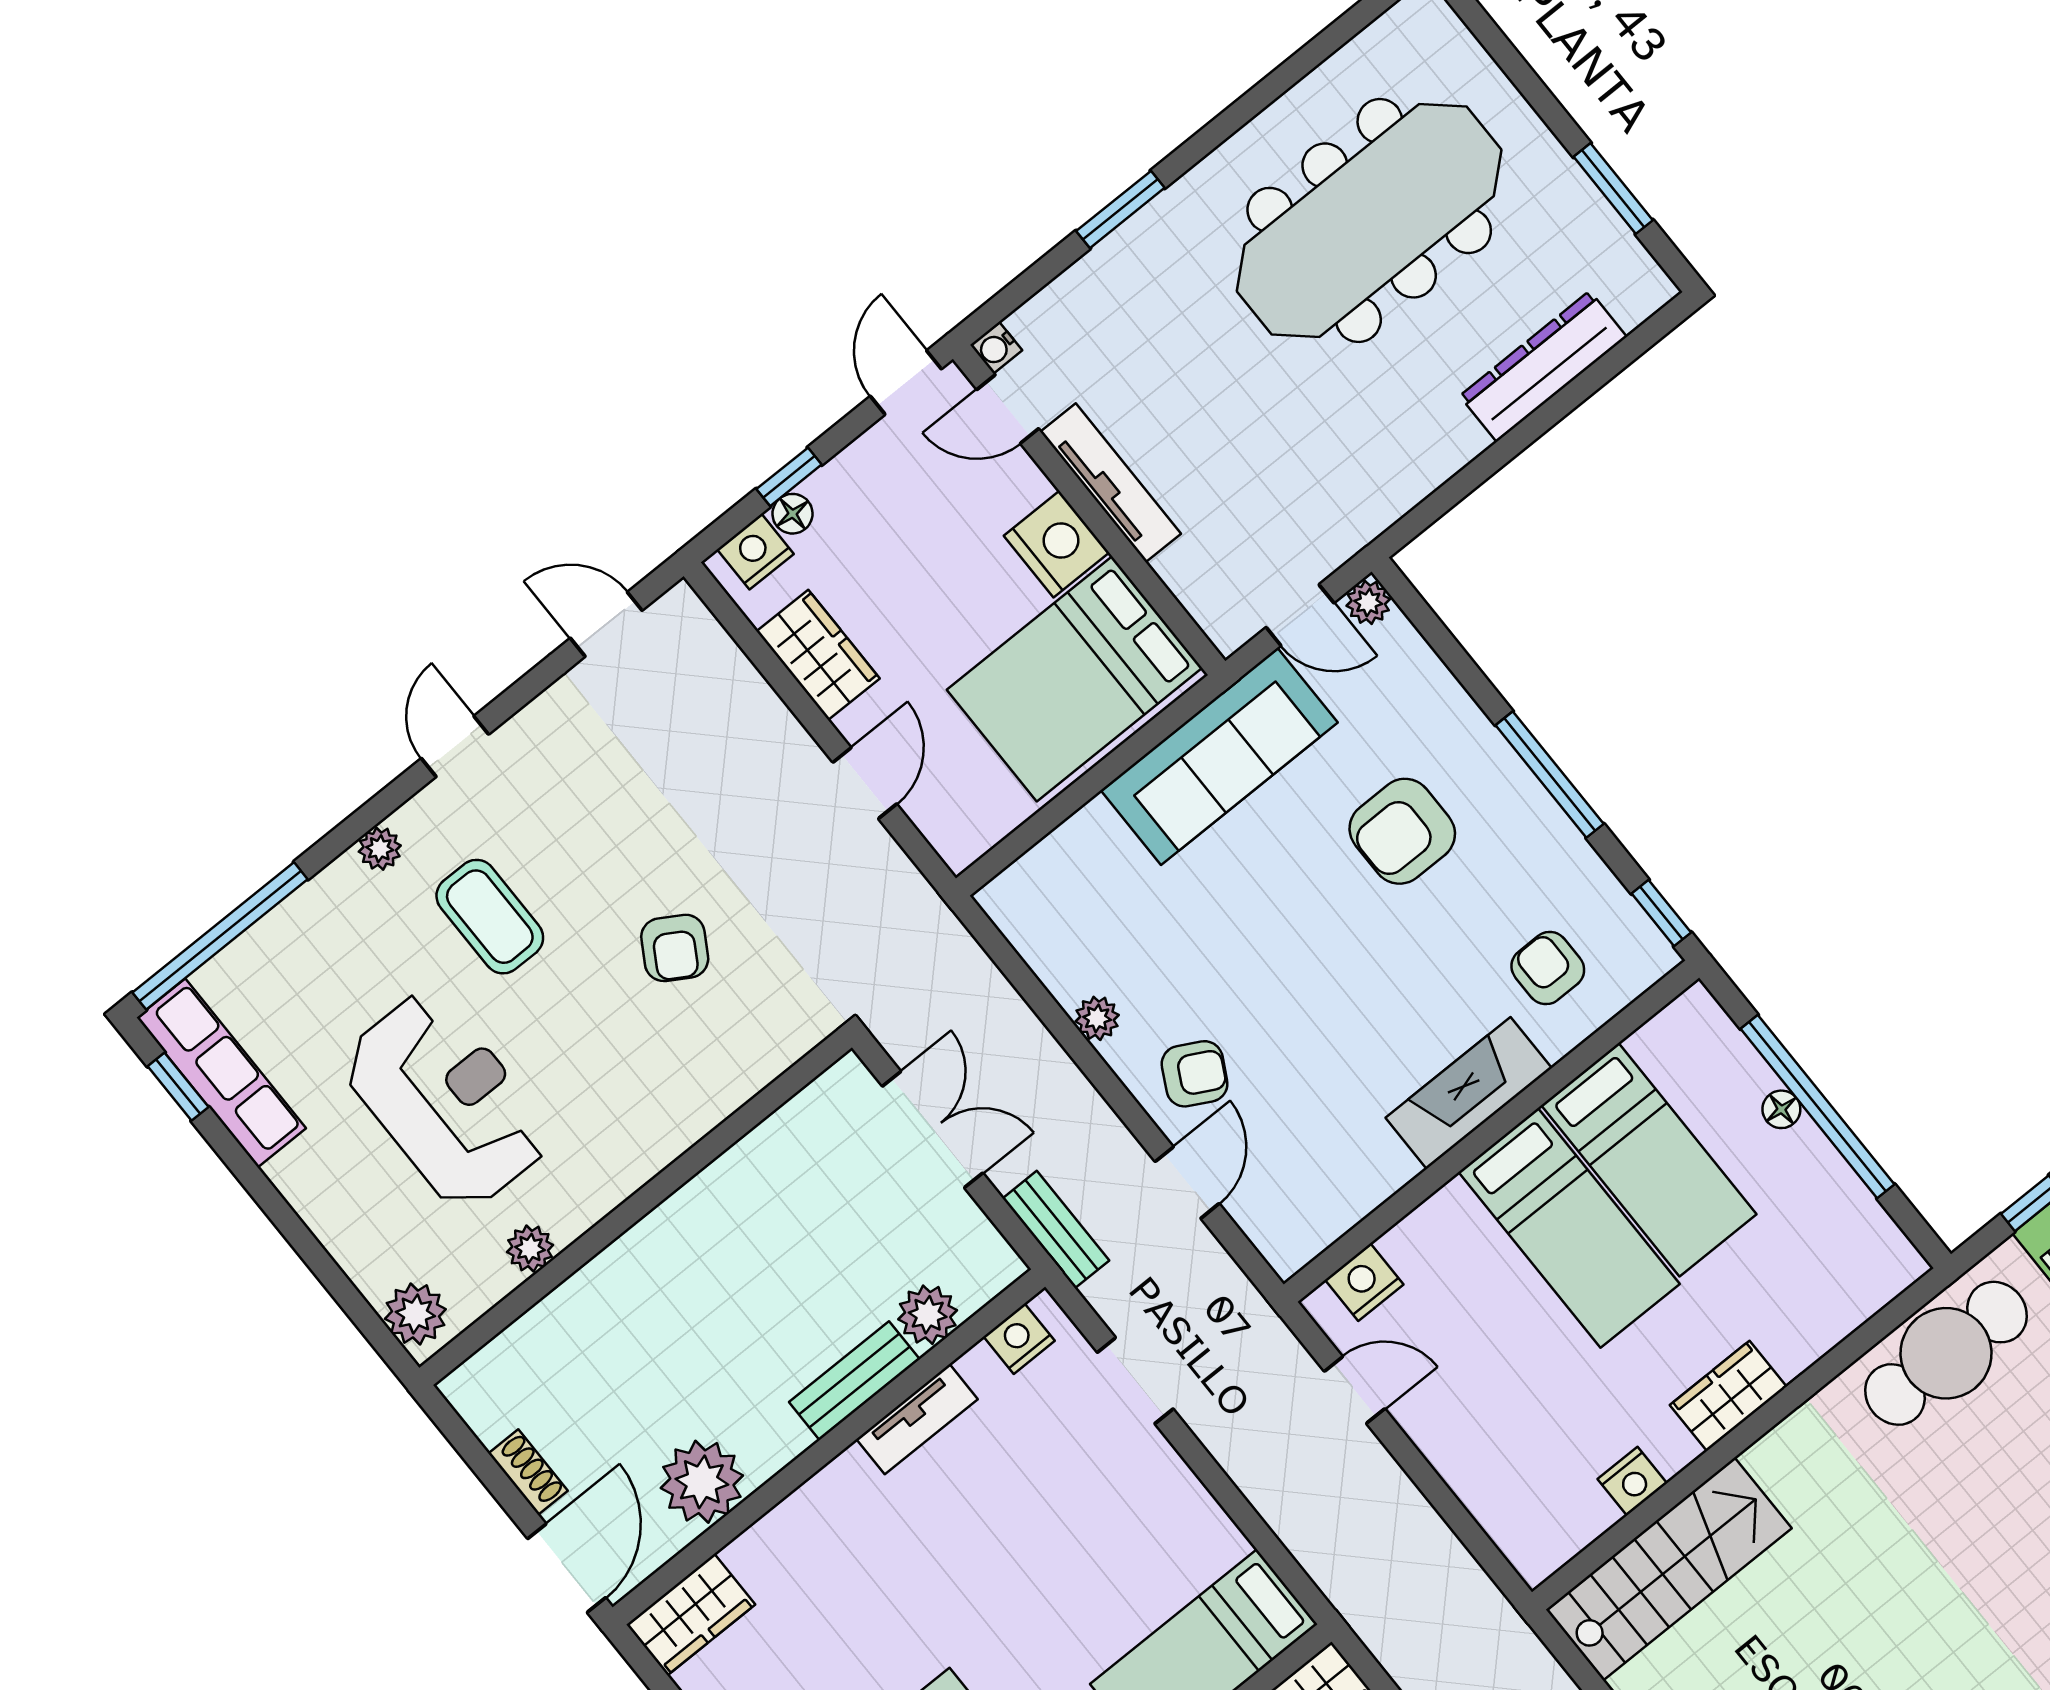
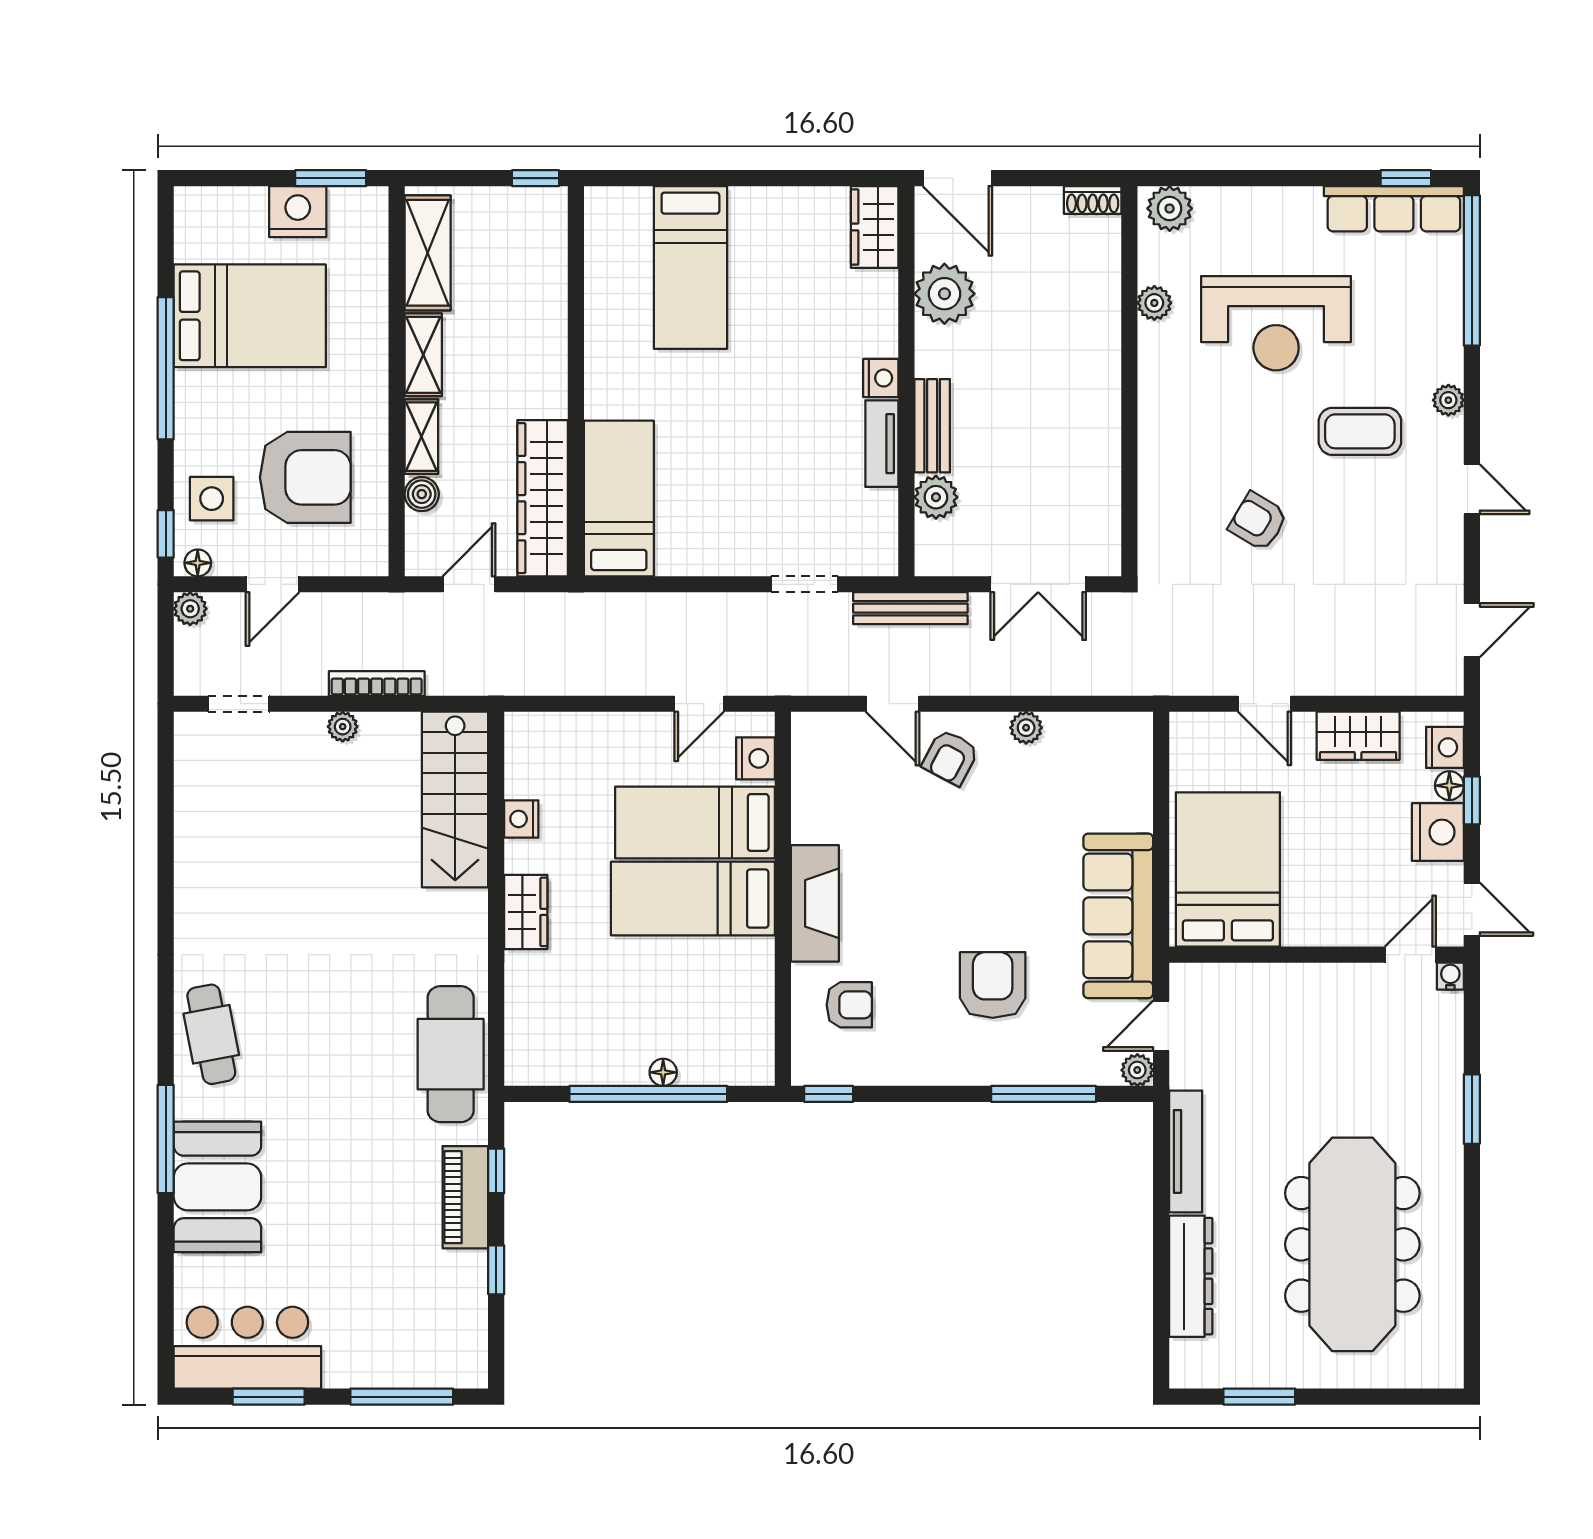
tv unit: (1111, 483) -> (1186, 1151), moved, turned -90
nightstand: (1057, 544) -> (1438, 832), moved, turned -90
window: (1550, 775) -> (1044, 1094), moved
bed: (1649, 1160) -> (695, 822), moved
bench: (1056, 1230) -> (910, 608), width x1.36
nightstand: (1019, 1339) -> (881, 378), moved
shoe rack: (528, 1472) -> (1093, 200), moved

